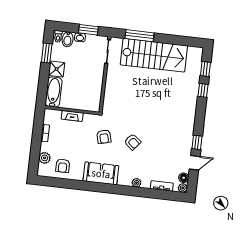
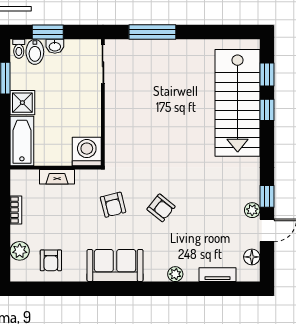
window: (88, 30) -> (48, 32), moved
stairs: (154, 55) -> (238, 103), moved, turned 90
washing machine: (92, 103) -> (87, 151), added
plant: (183, 188) -> (252, 210), moved

